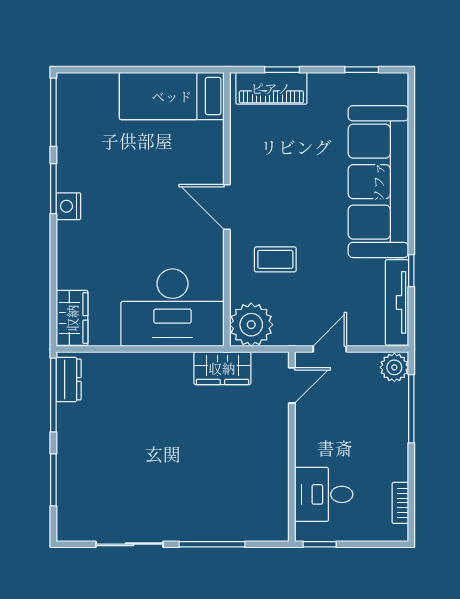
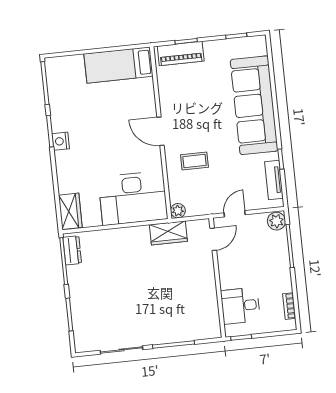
tv unit: (397, 302) -> (274, 180), width x0.71
plant: (251, 325) -> (178, 211), width x0.53, depth x0.53

